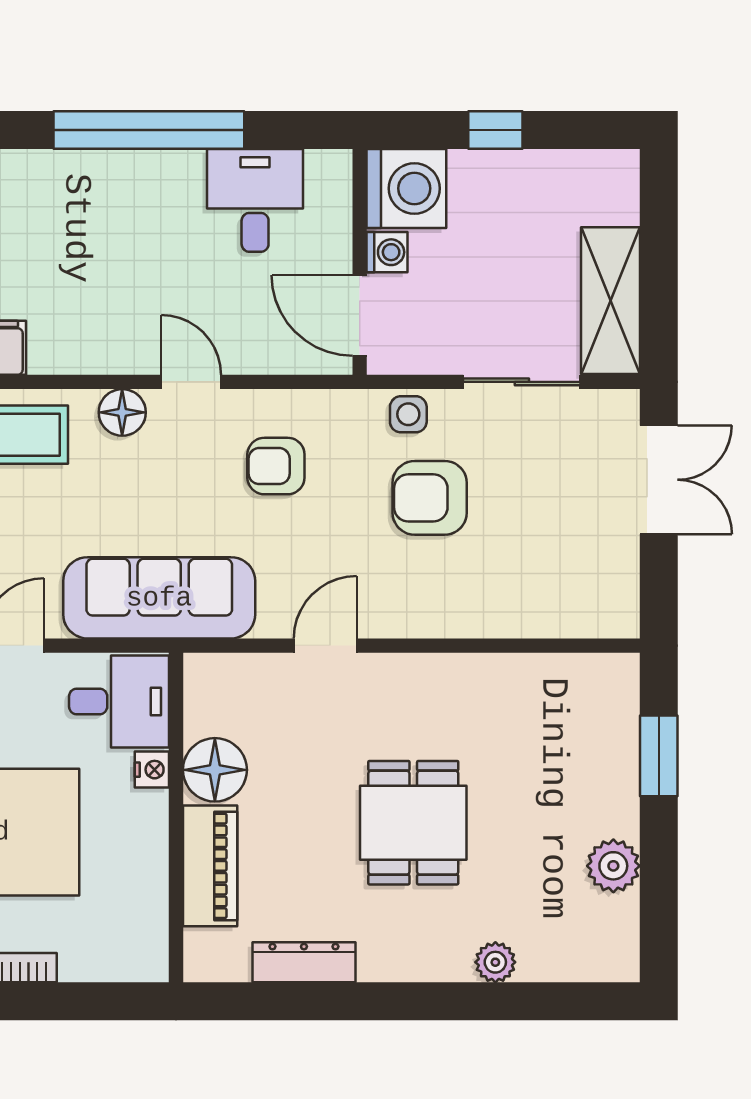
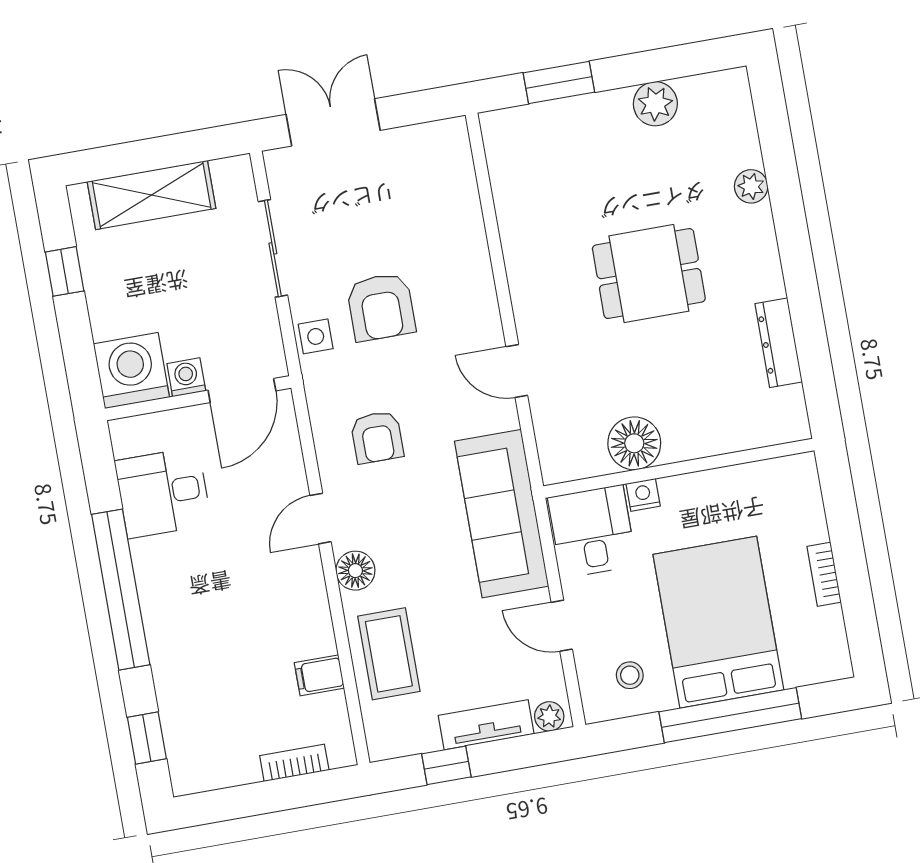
window: (495, 130) -> (65, 271), moved
shelving: (610, 301) -> (152, 195), moved
piano: (210, 866) -> (713, 433), removed

